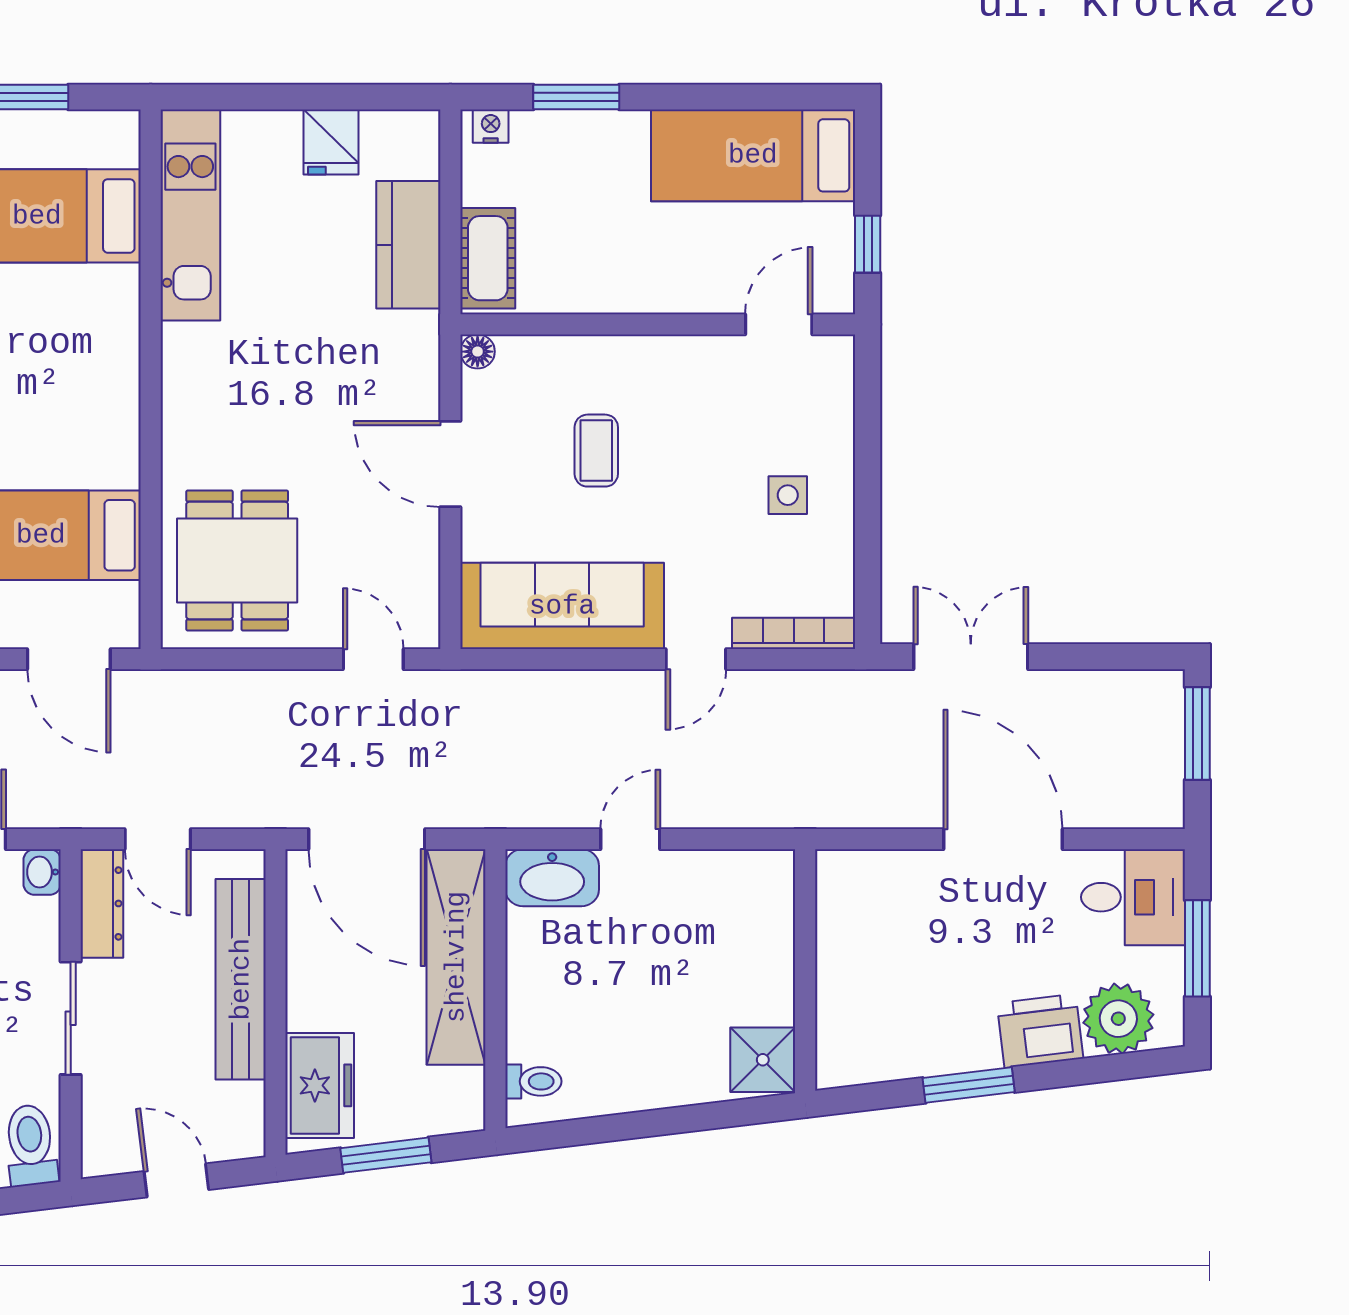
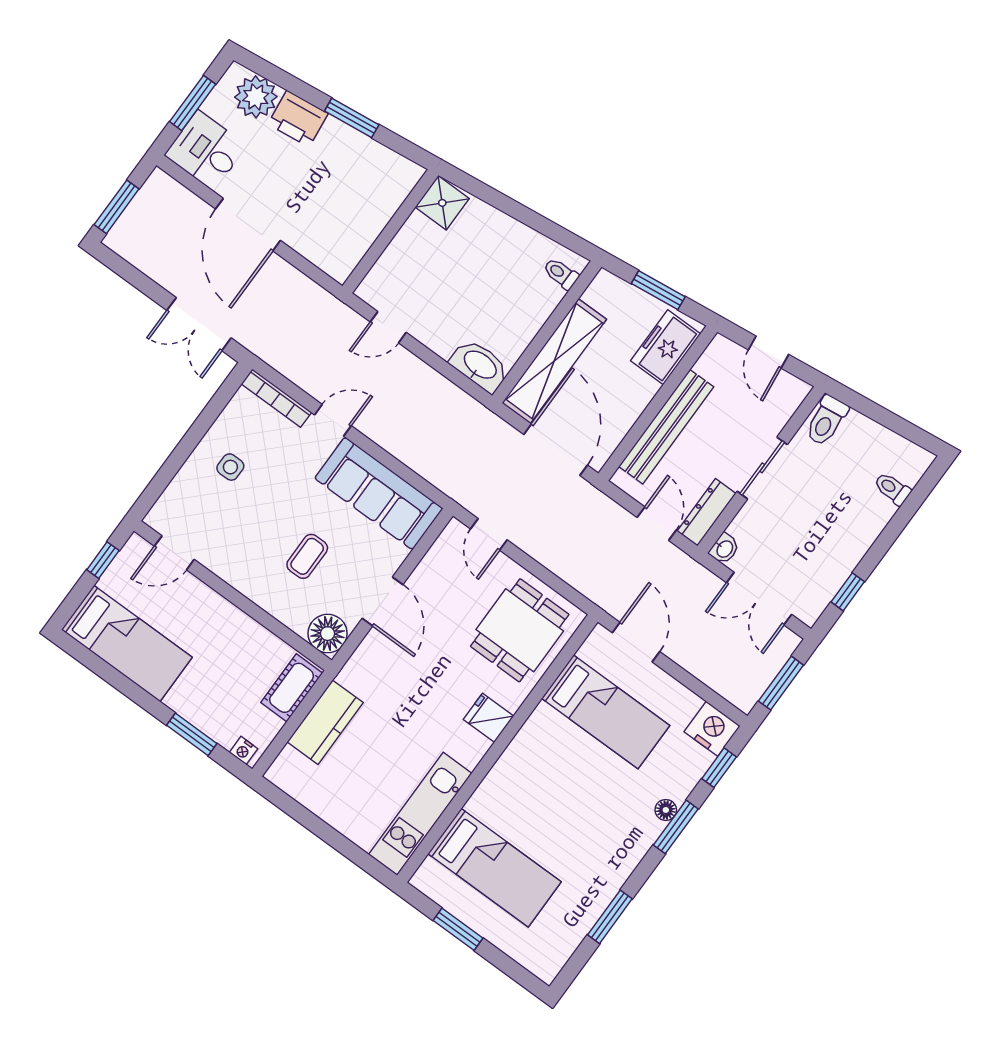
fridge: (331, 142) -> (488, 718), moved, turned -90
floor lamp: (478, 352) -> (328, 634), width x1.89, depth x1.89
door: (630, 839) -> (388, 327), moved

